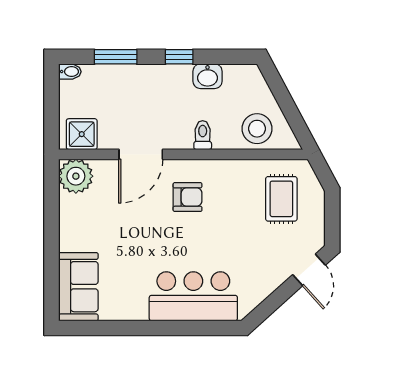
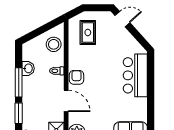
window: (179, 57) -> (19, 82), width x2.17
armchair: (188, 197) -> (76, 77), moved
rug: (281, 199) -> (88, 32), turned 90

